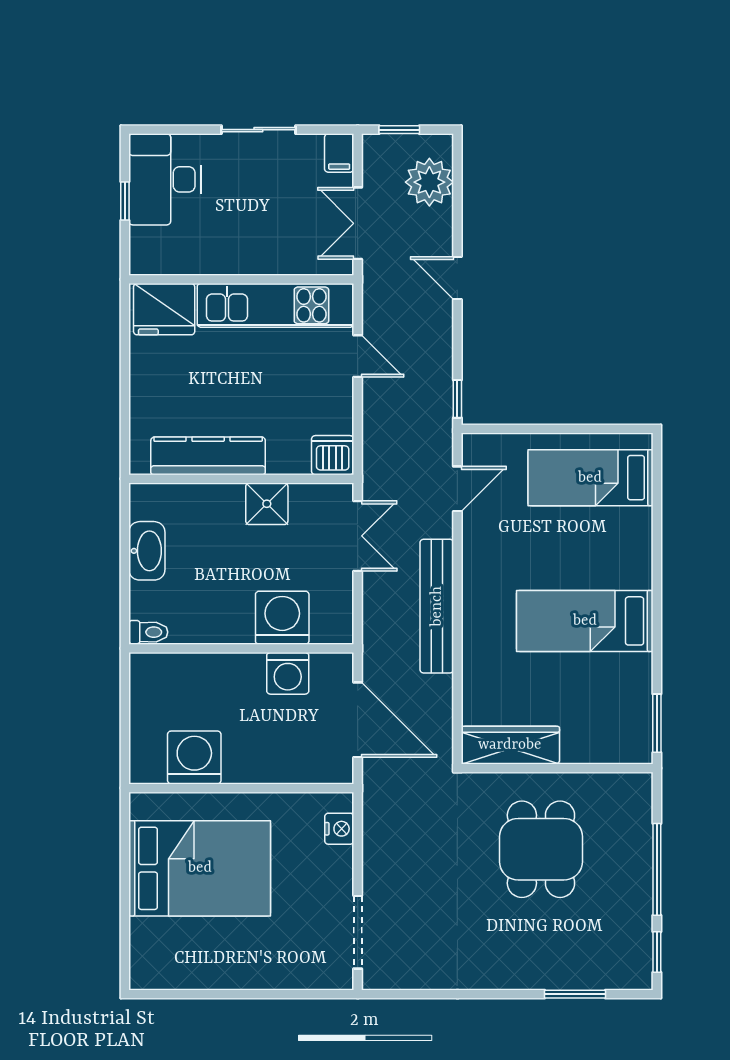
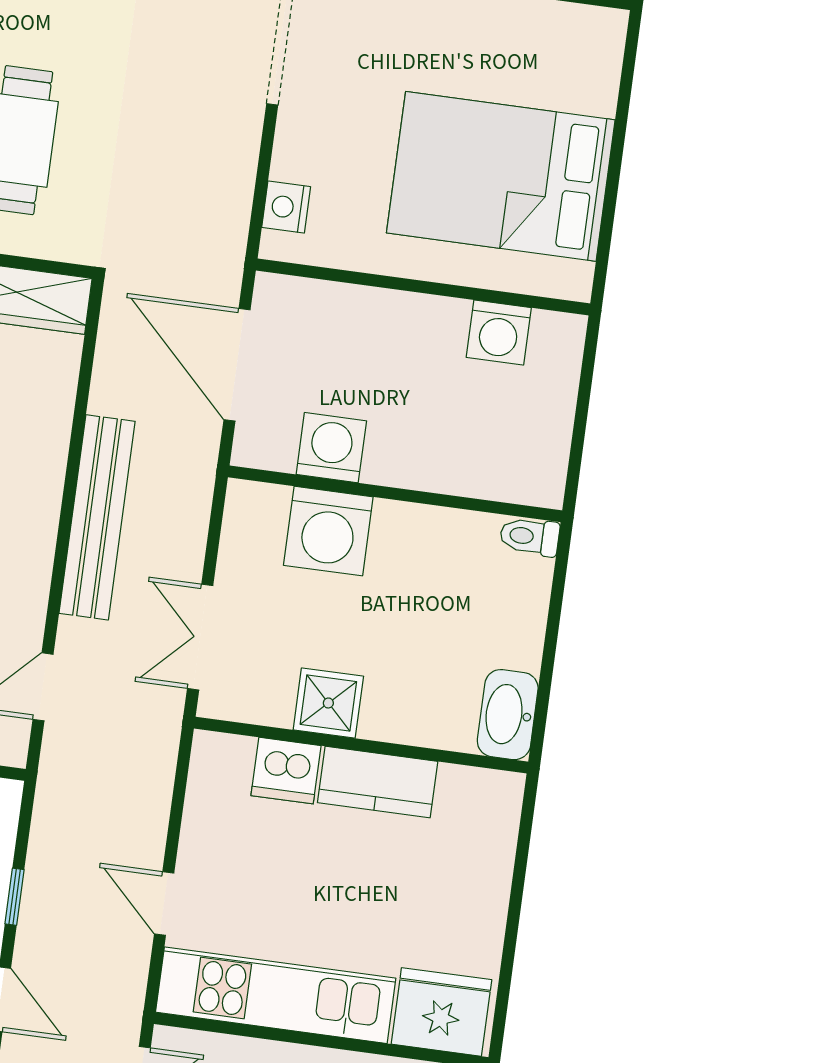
window: (457, 399) -> (15, 897), moved
dishwasher: (333, 455) -> (286, 771), moved
kitchen counter: (208, 456) -> (378, 782), width x0.67
washbasin: (147, 551) -> (508, 715), moved
washing machine: (194, 757) -> (499, 332), width x0.73, depth x0.73

